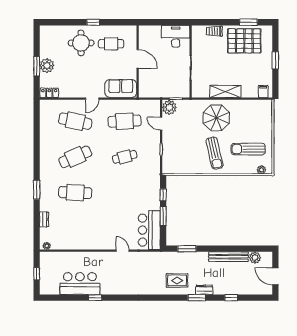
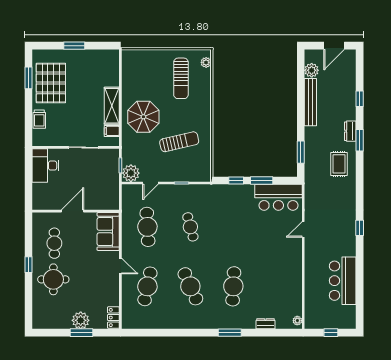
filing cabinet: (263, 91) -> (112, 131), moved
sun lounger: (215, 153) -> (179, 142), moved
window: (95, 298) -> (360, 228), moved

